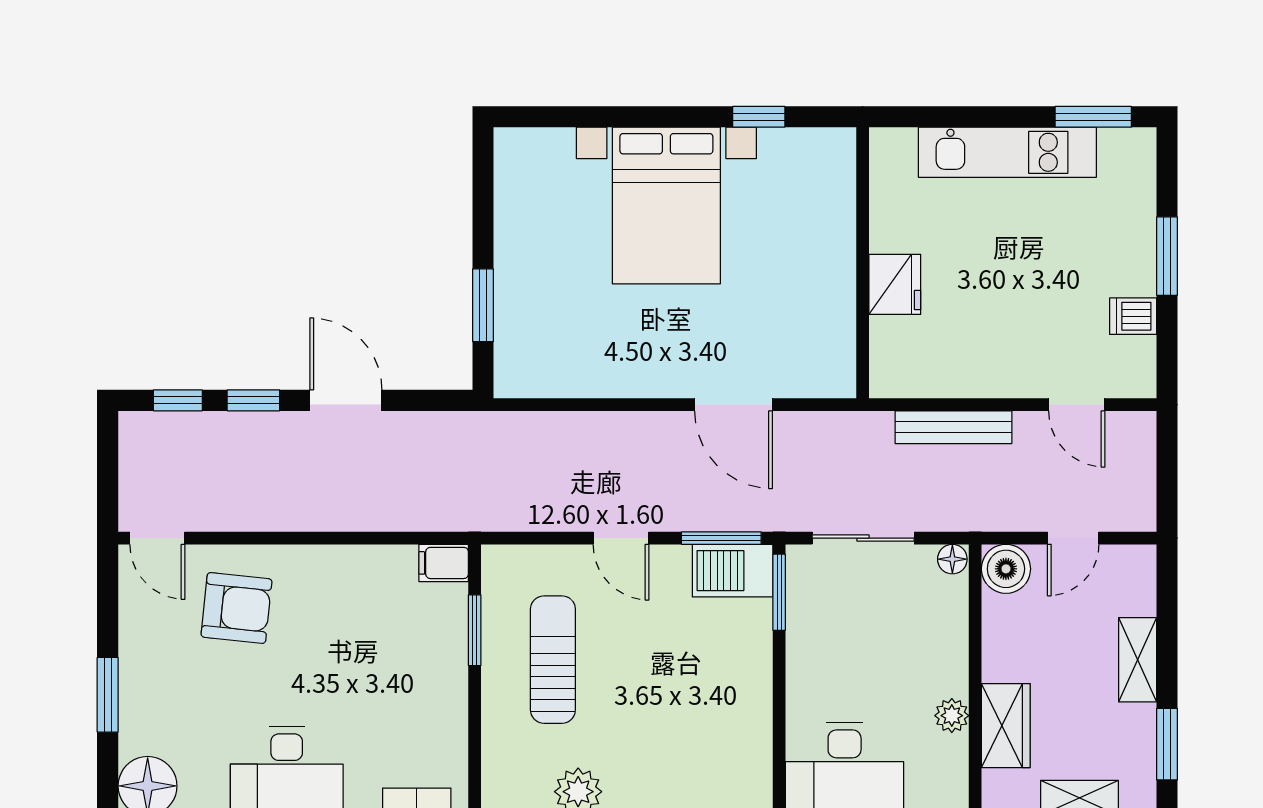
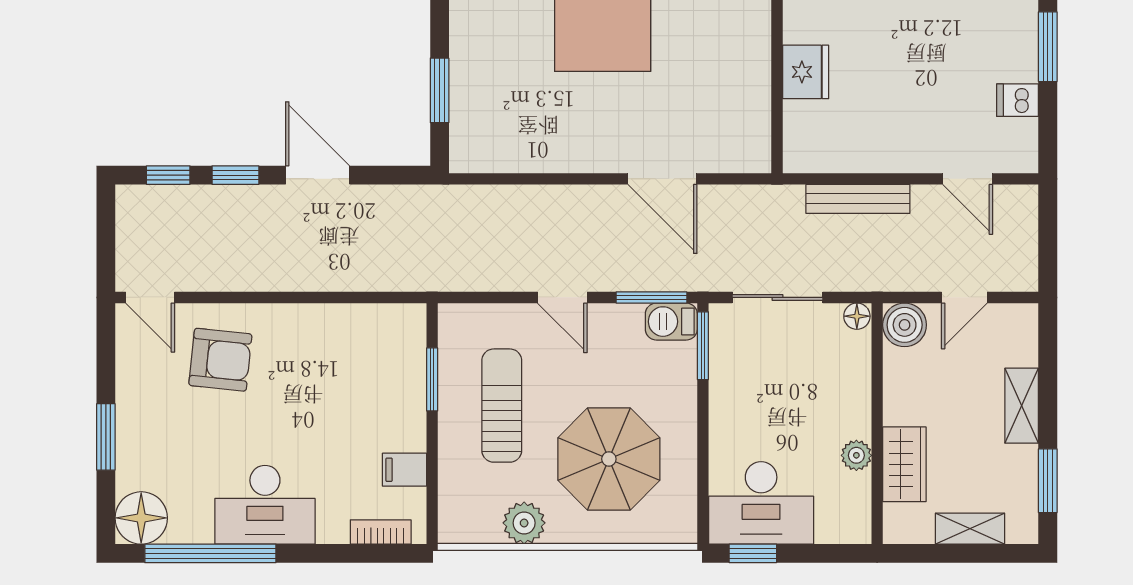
filing cabinet: (444, 563) -> (405, 470), moved
barbecue: (733, 571) -> (671, 322), width x0.73, depth x0.79
parasol: (673, 720) -> (609, 459), added

